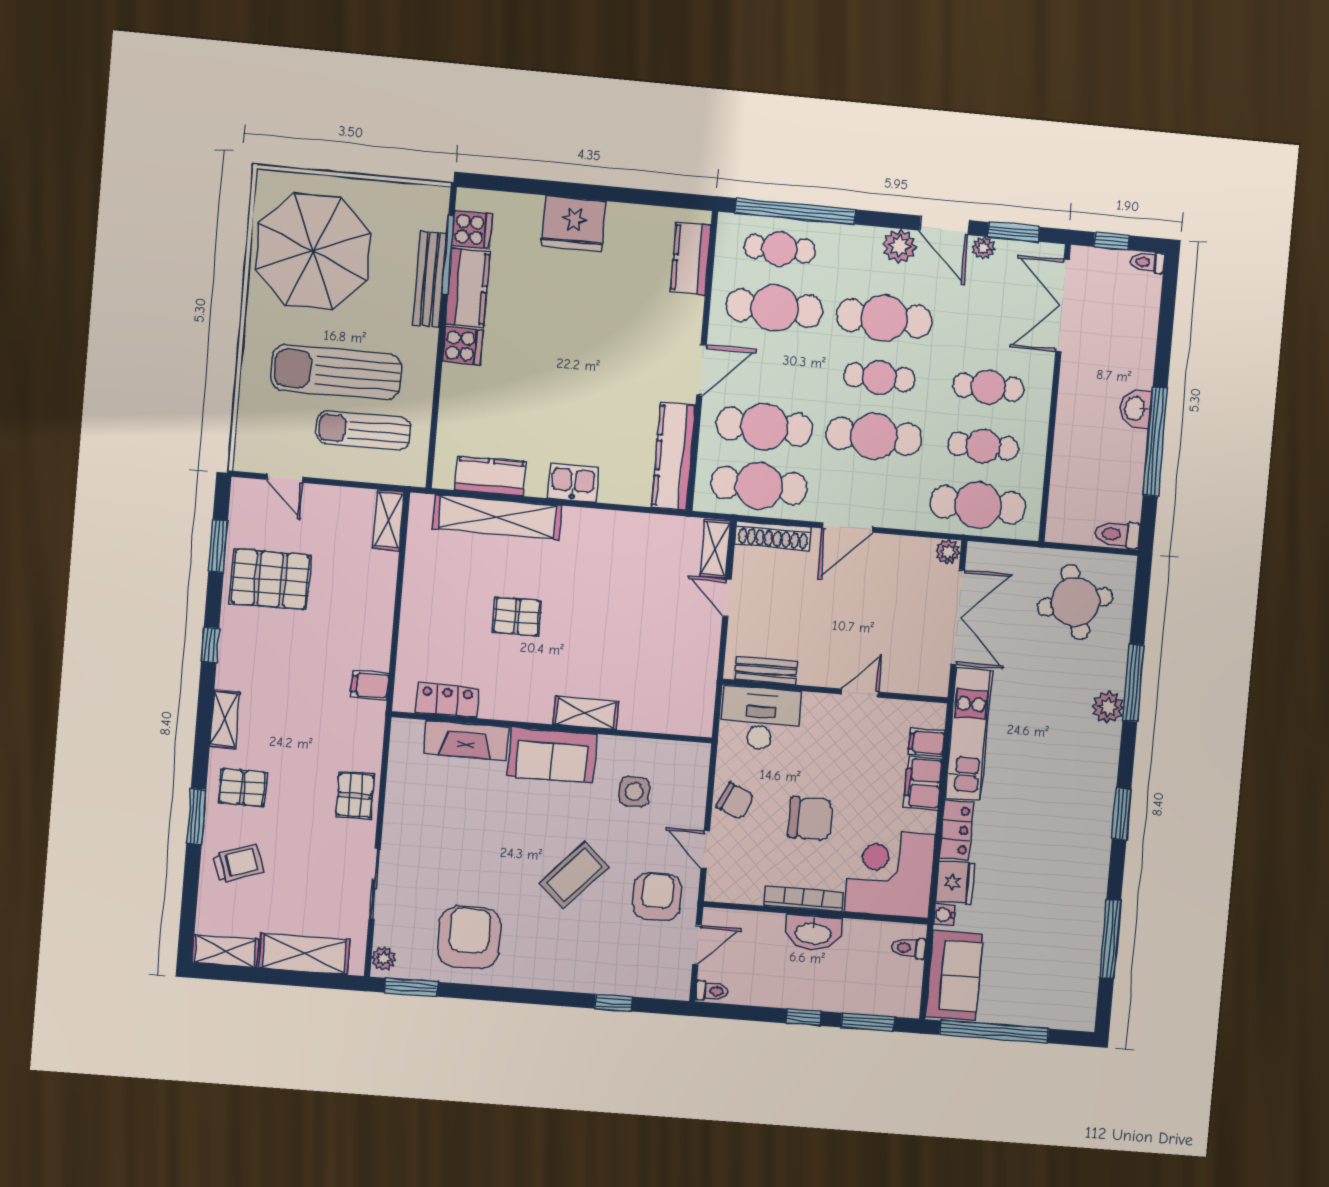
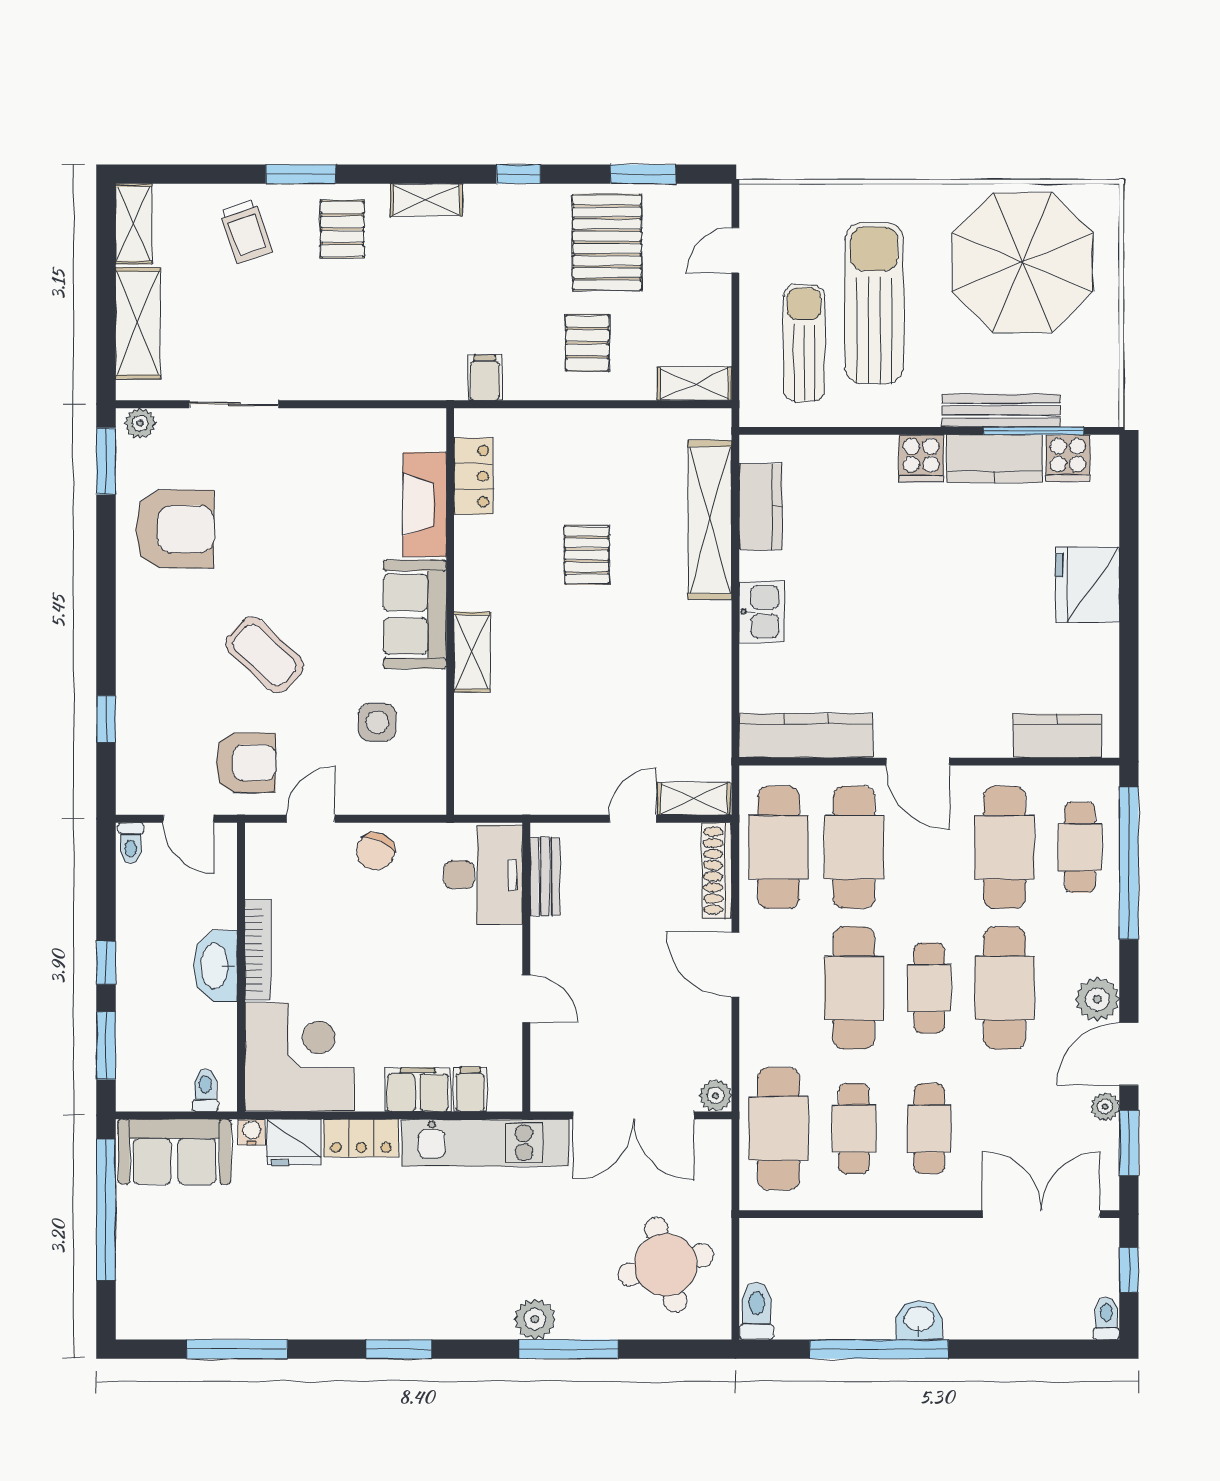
pallet: (355, 795) -> (587, 343), moved, turned 90
chair: (810, 819) -> (361, 949), removed

